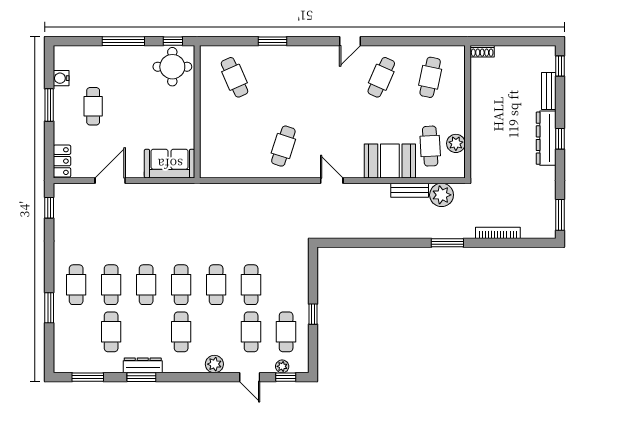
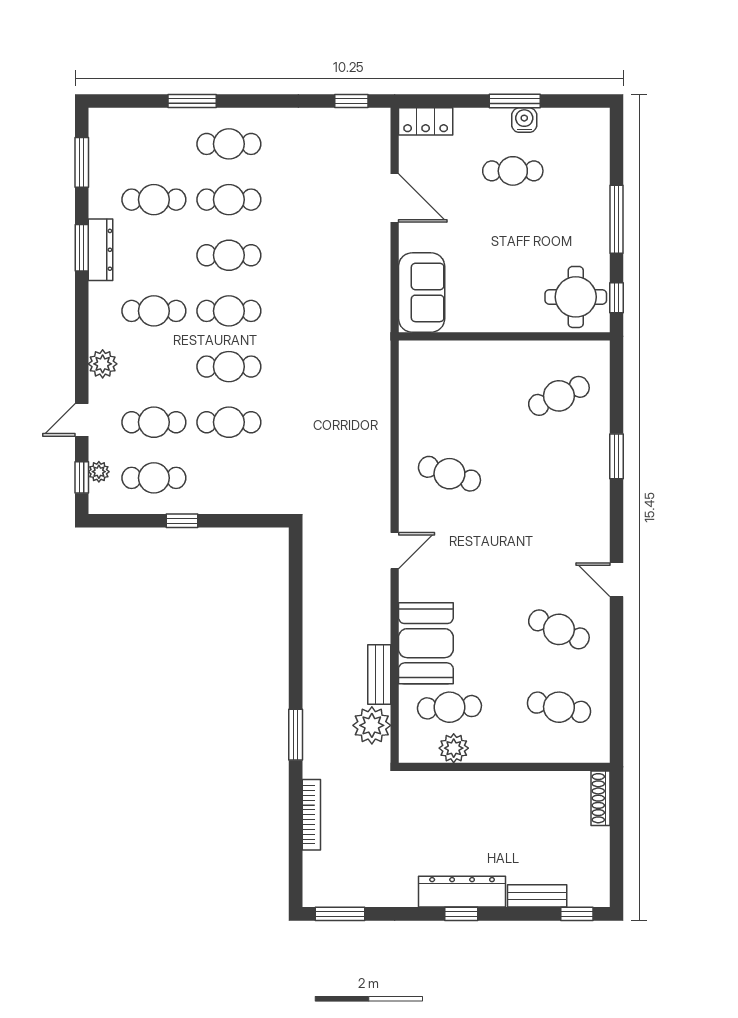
shoe rack: (482, 51) -> (600, 798), width x1.43
water cooler: (61, 78) -> (524, 120), moved

